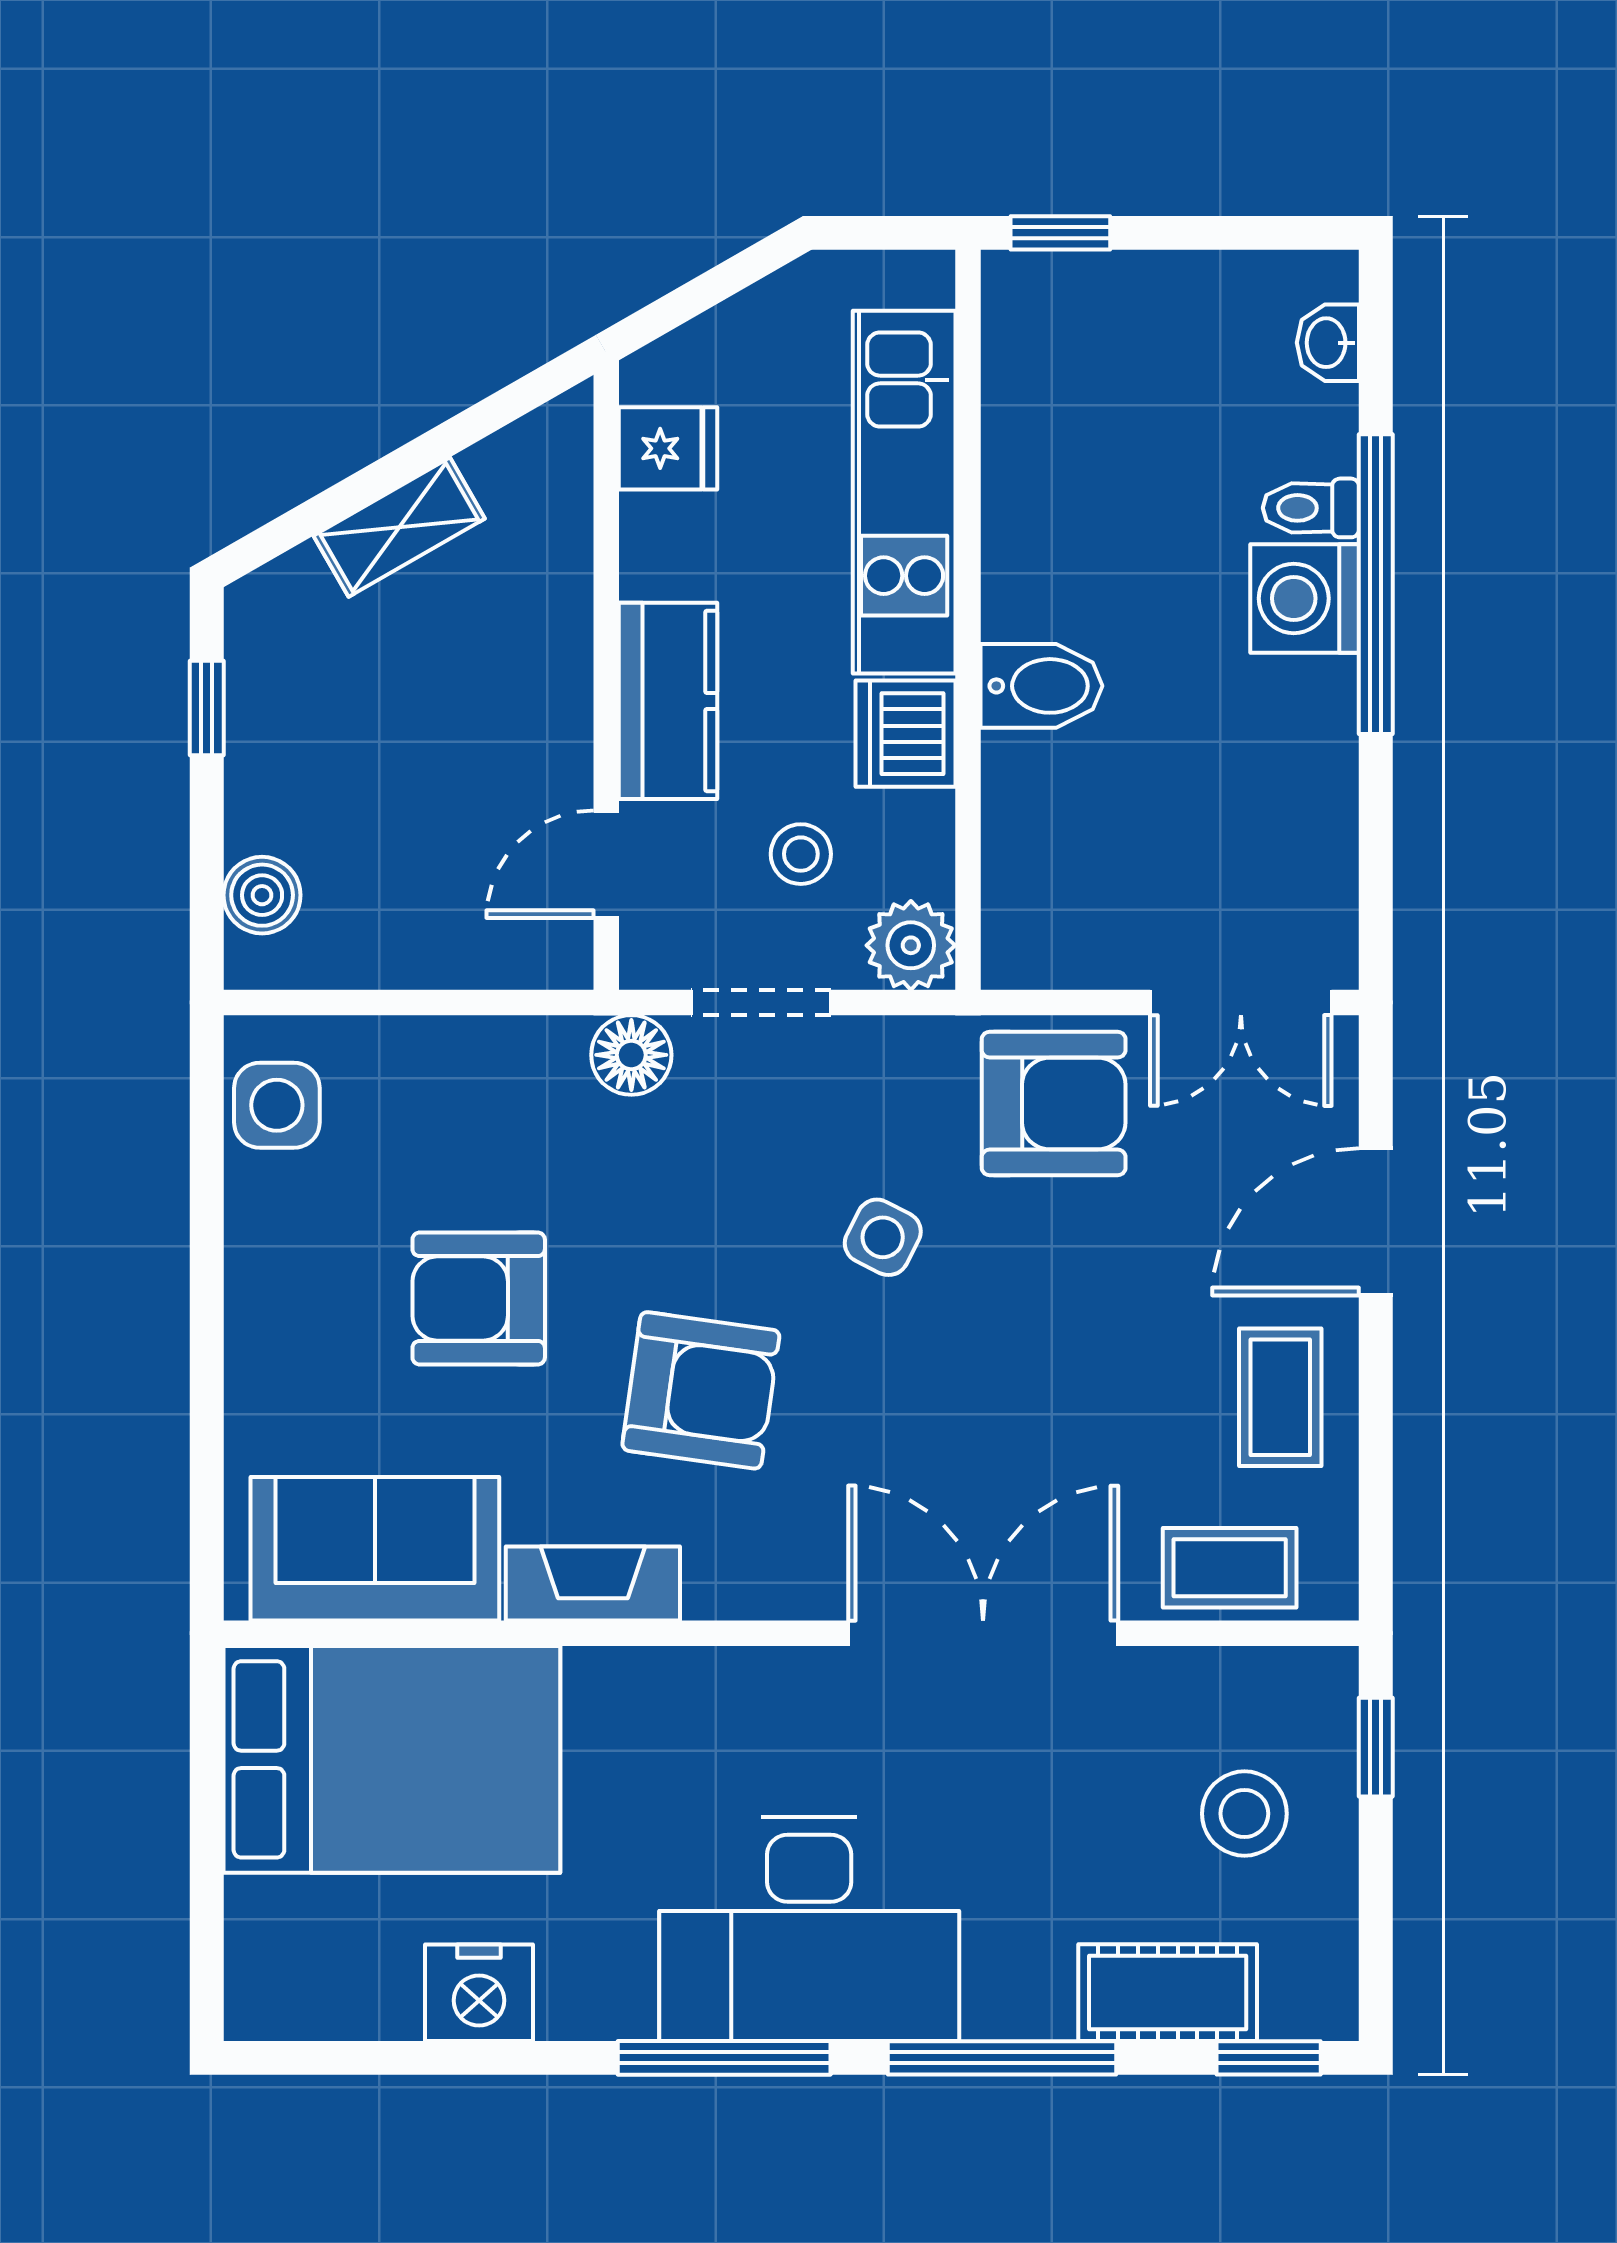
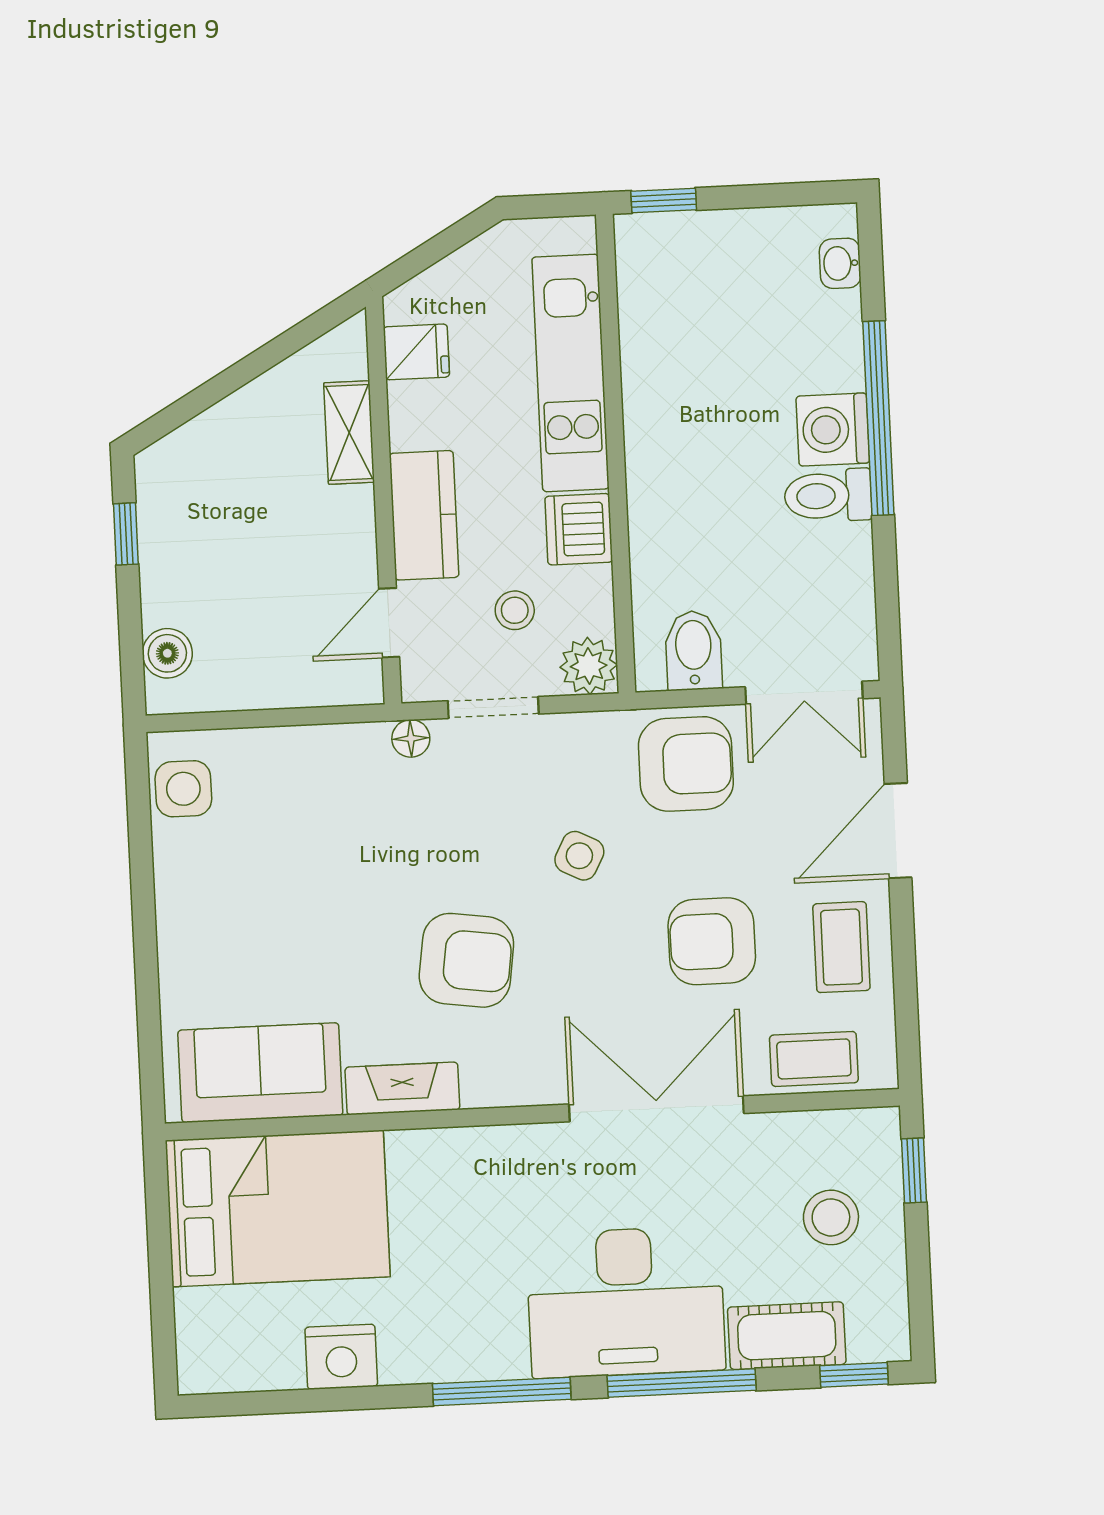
toilet: (1311, 508) -> (828, 496), moved, width x1.37, depth x1.39
shelving: (399, 527) -> (349, 433), moved, turned -60
bidet: (1041, 686) -> (694, 650), moved, turned -90
floor lamp: (631, 1055) -> (411, 738), width x0.73, depth x0.73
armchair: (479, 1298) -> (712, 941), moved
desk: (809, 1929) -> (626, 1302), moved

